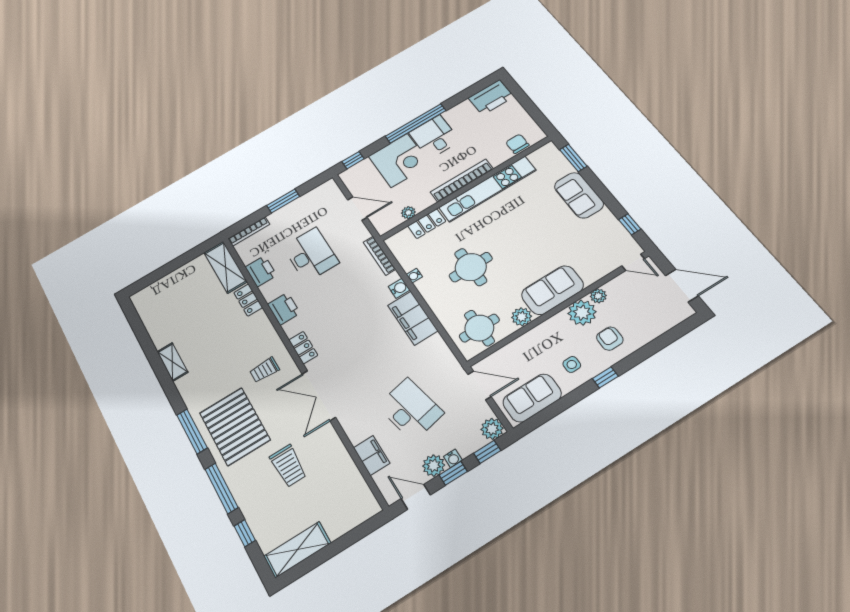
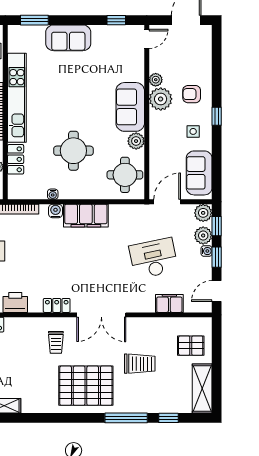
window: (192, 431) -> (70, 418), removed
plant: (434, 466) -> (203, 235), moved
pallet: (338, 507) -> (191, 346), added

